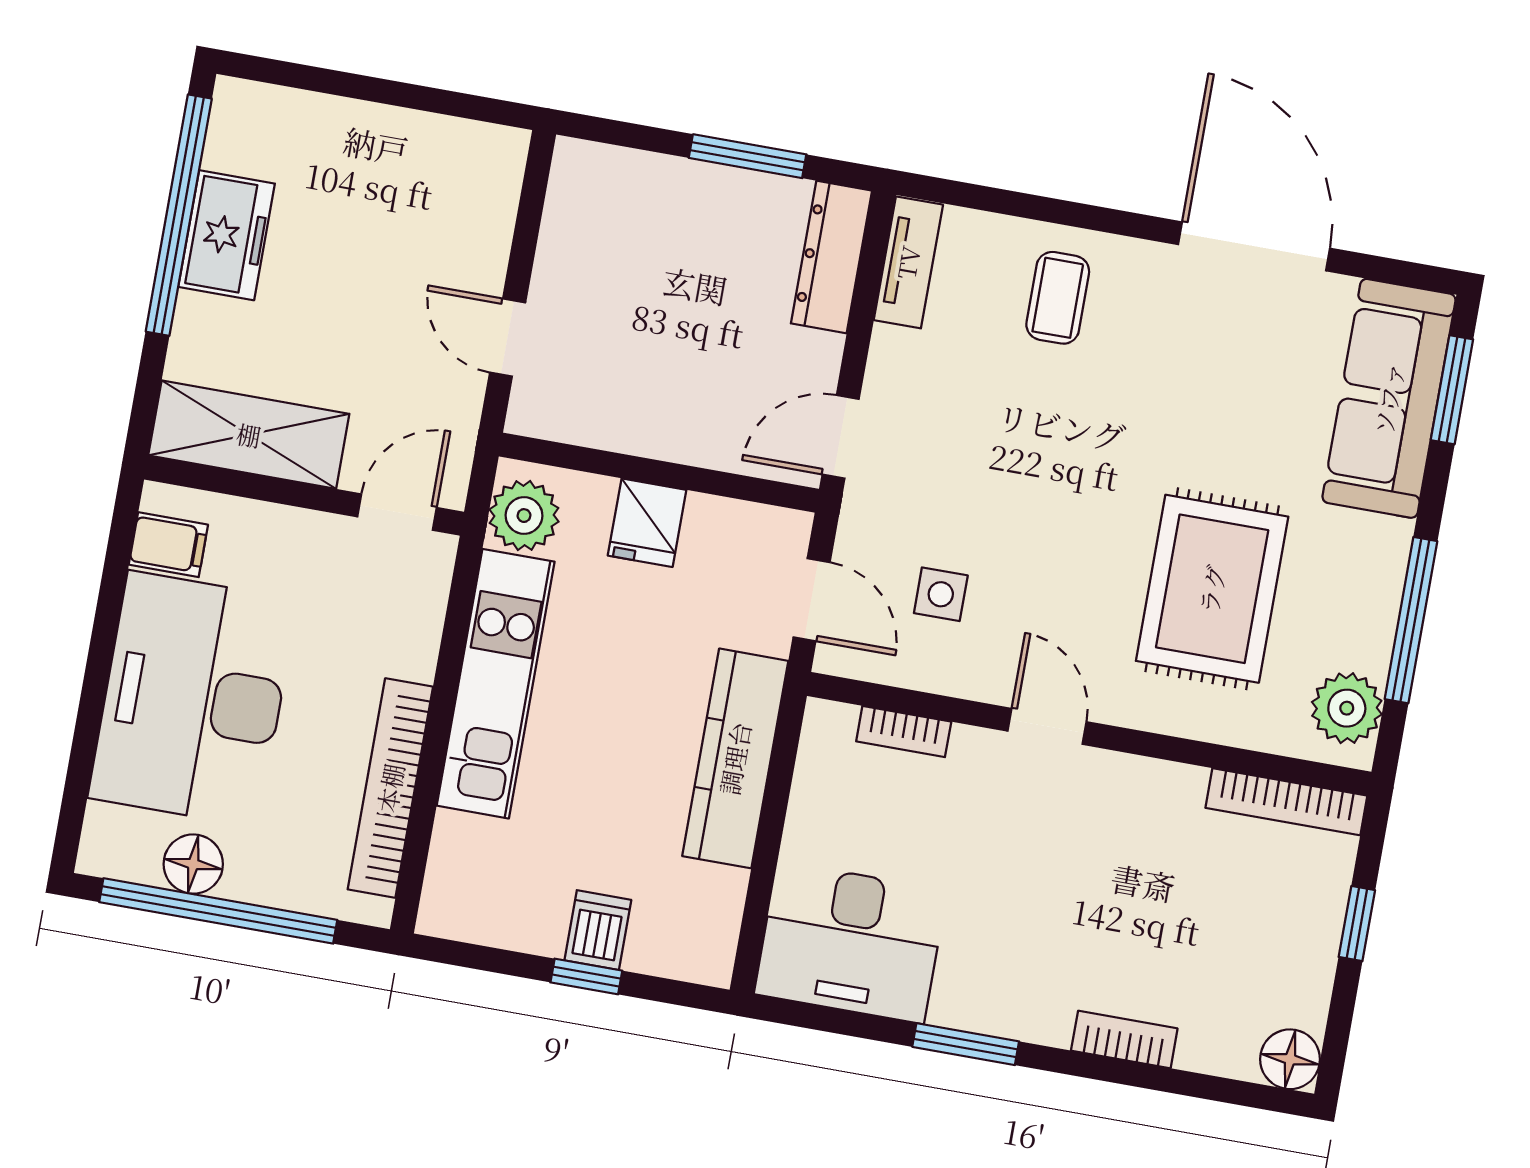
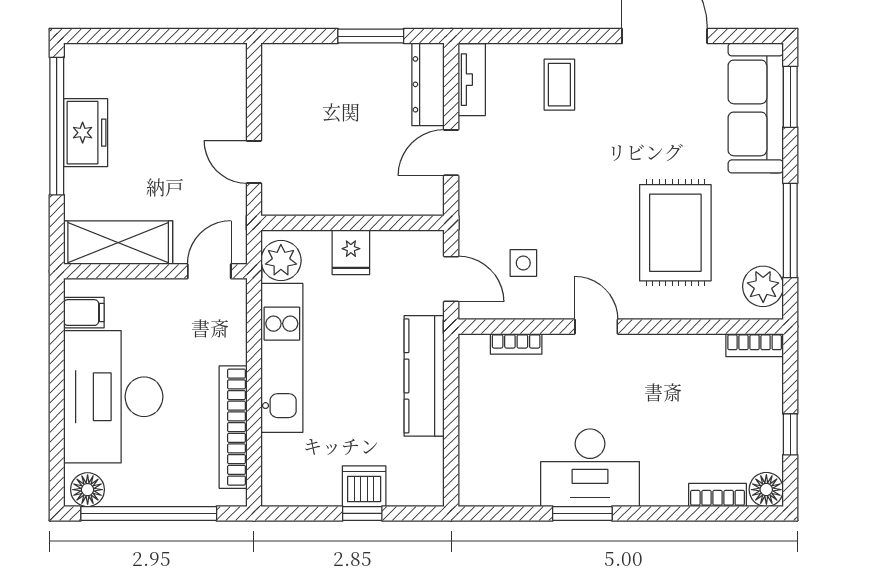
door: (841, 437) -> (451, 153), moved
bookcase: (1286, 802) -> (755, 345), width x0.64
floor lamp: (193, 864) -> (88, 490), moved
window: (1357, 924) -> (790, 434), moved
dishwasher: (598, 930) -> (364, 486), width x1.38
desk: (851, 942) -> (590, 468), moved
bookcase: (1124, 1039) -> (718, 495), moved

